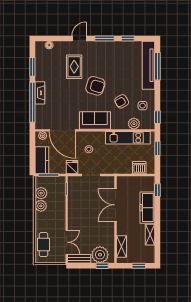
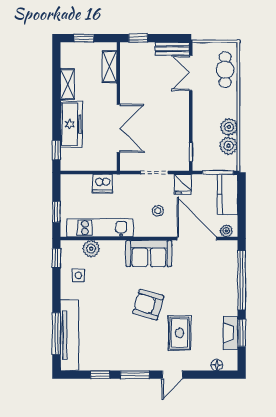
fireplace: (40, 93) -> (230, 333), moved
armchair: (122, 101) -> (109, 282), removed
dishwasher: (139, 168) -> (103, 183), moved
plant: (100, 255) -> (141, 55), removed

